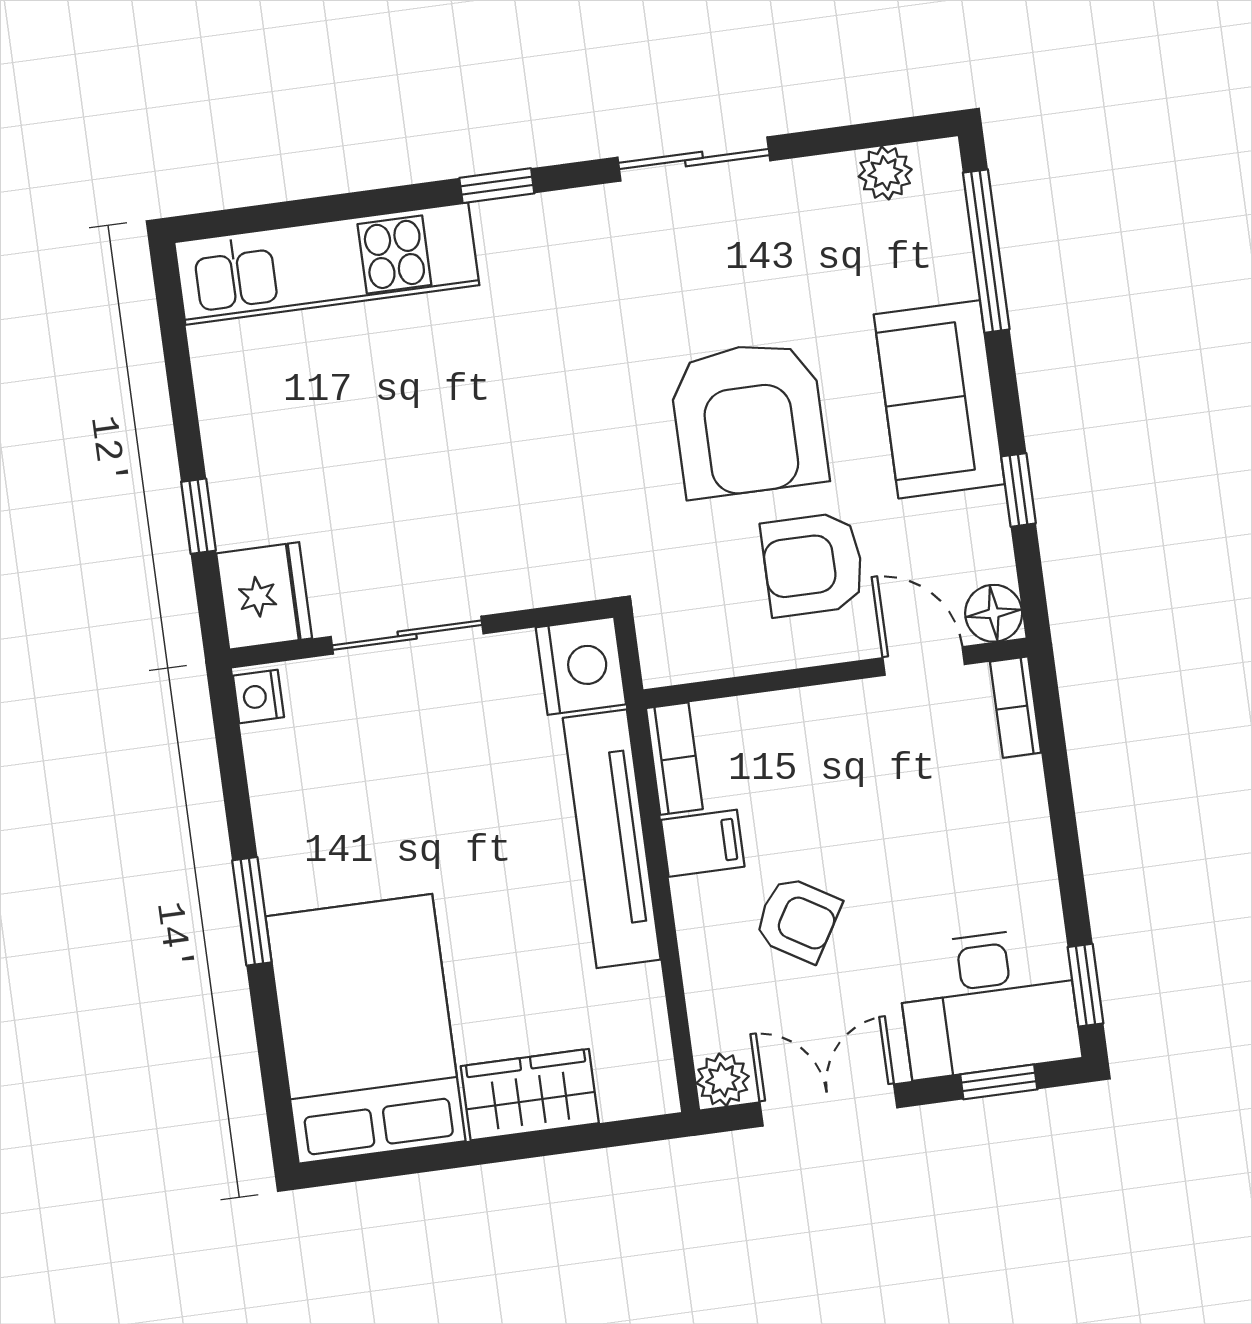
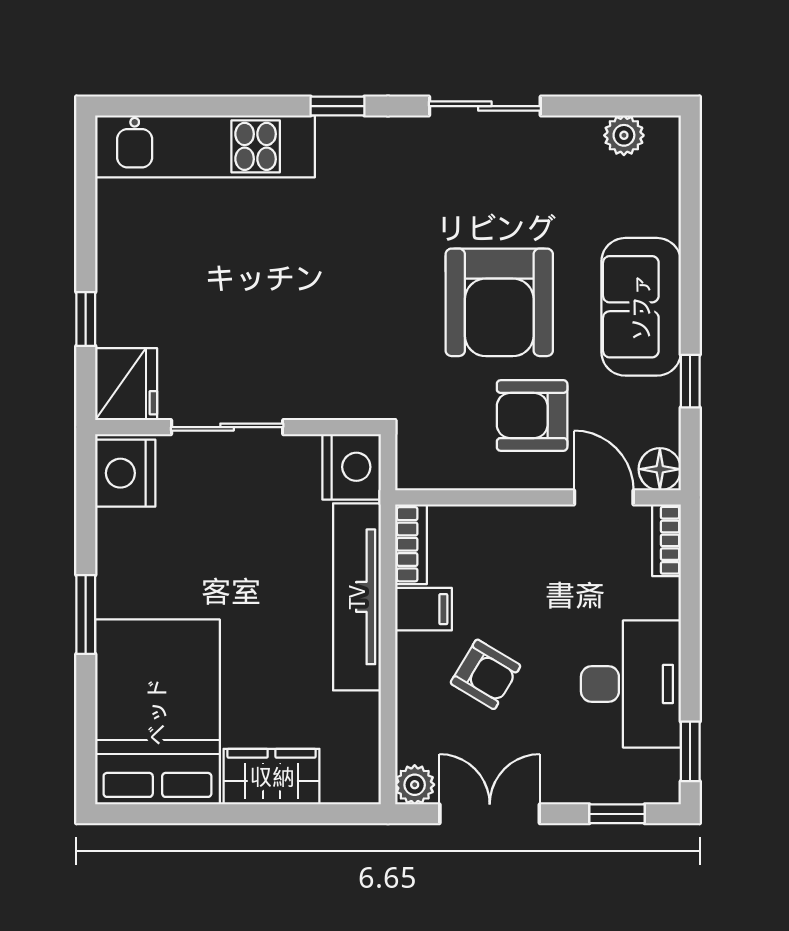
window: (986, 251) -> (690, 203), removed
nightstand: (258, 696) -> (125, 473), width x1.89, depth x1.79
desk: (988, 1002) -> (631, 684), moved, turned -90

